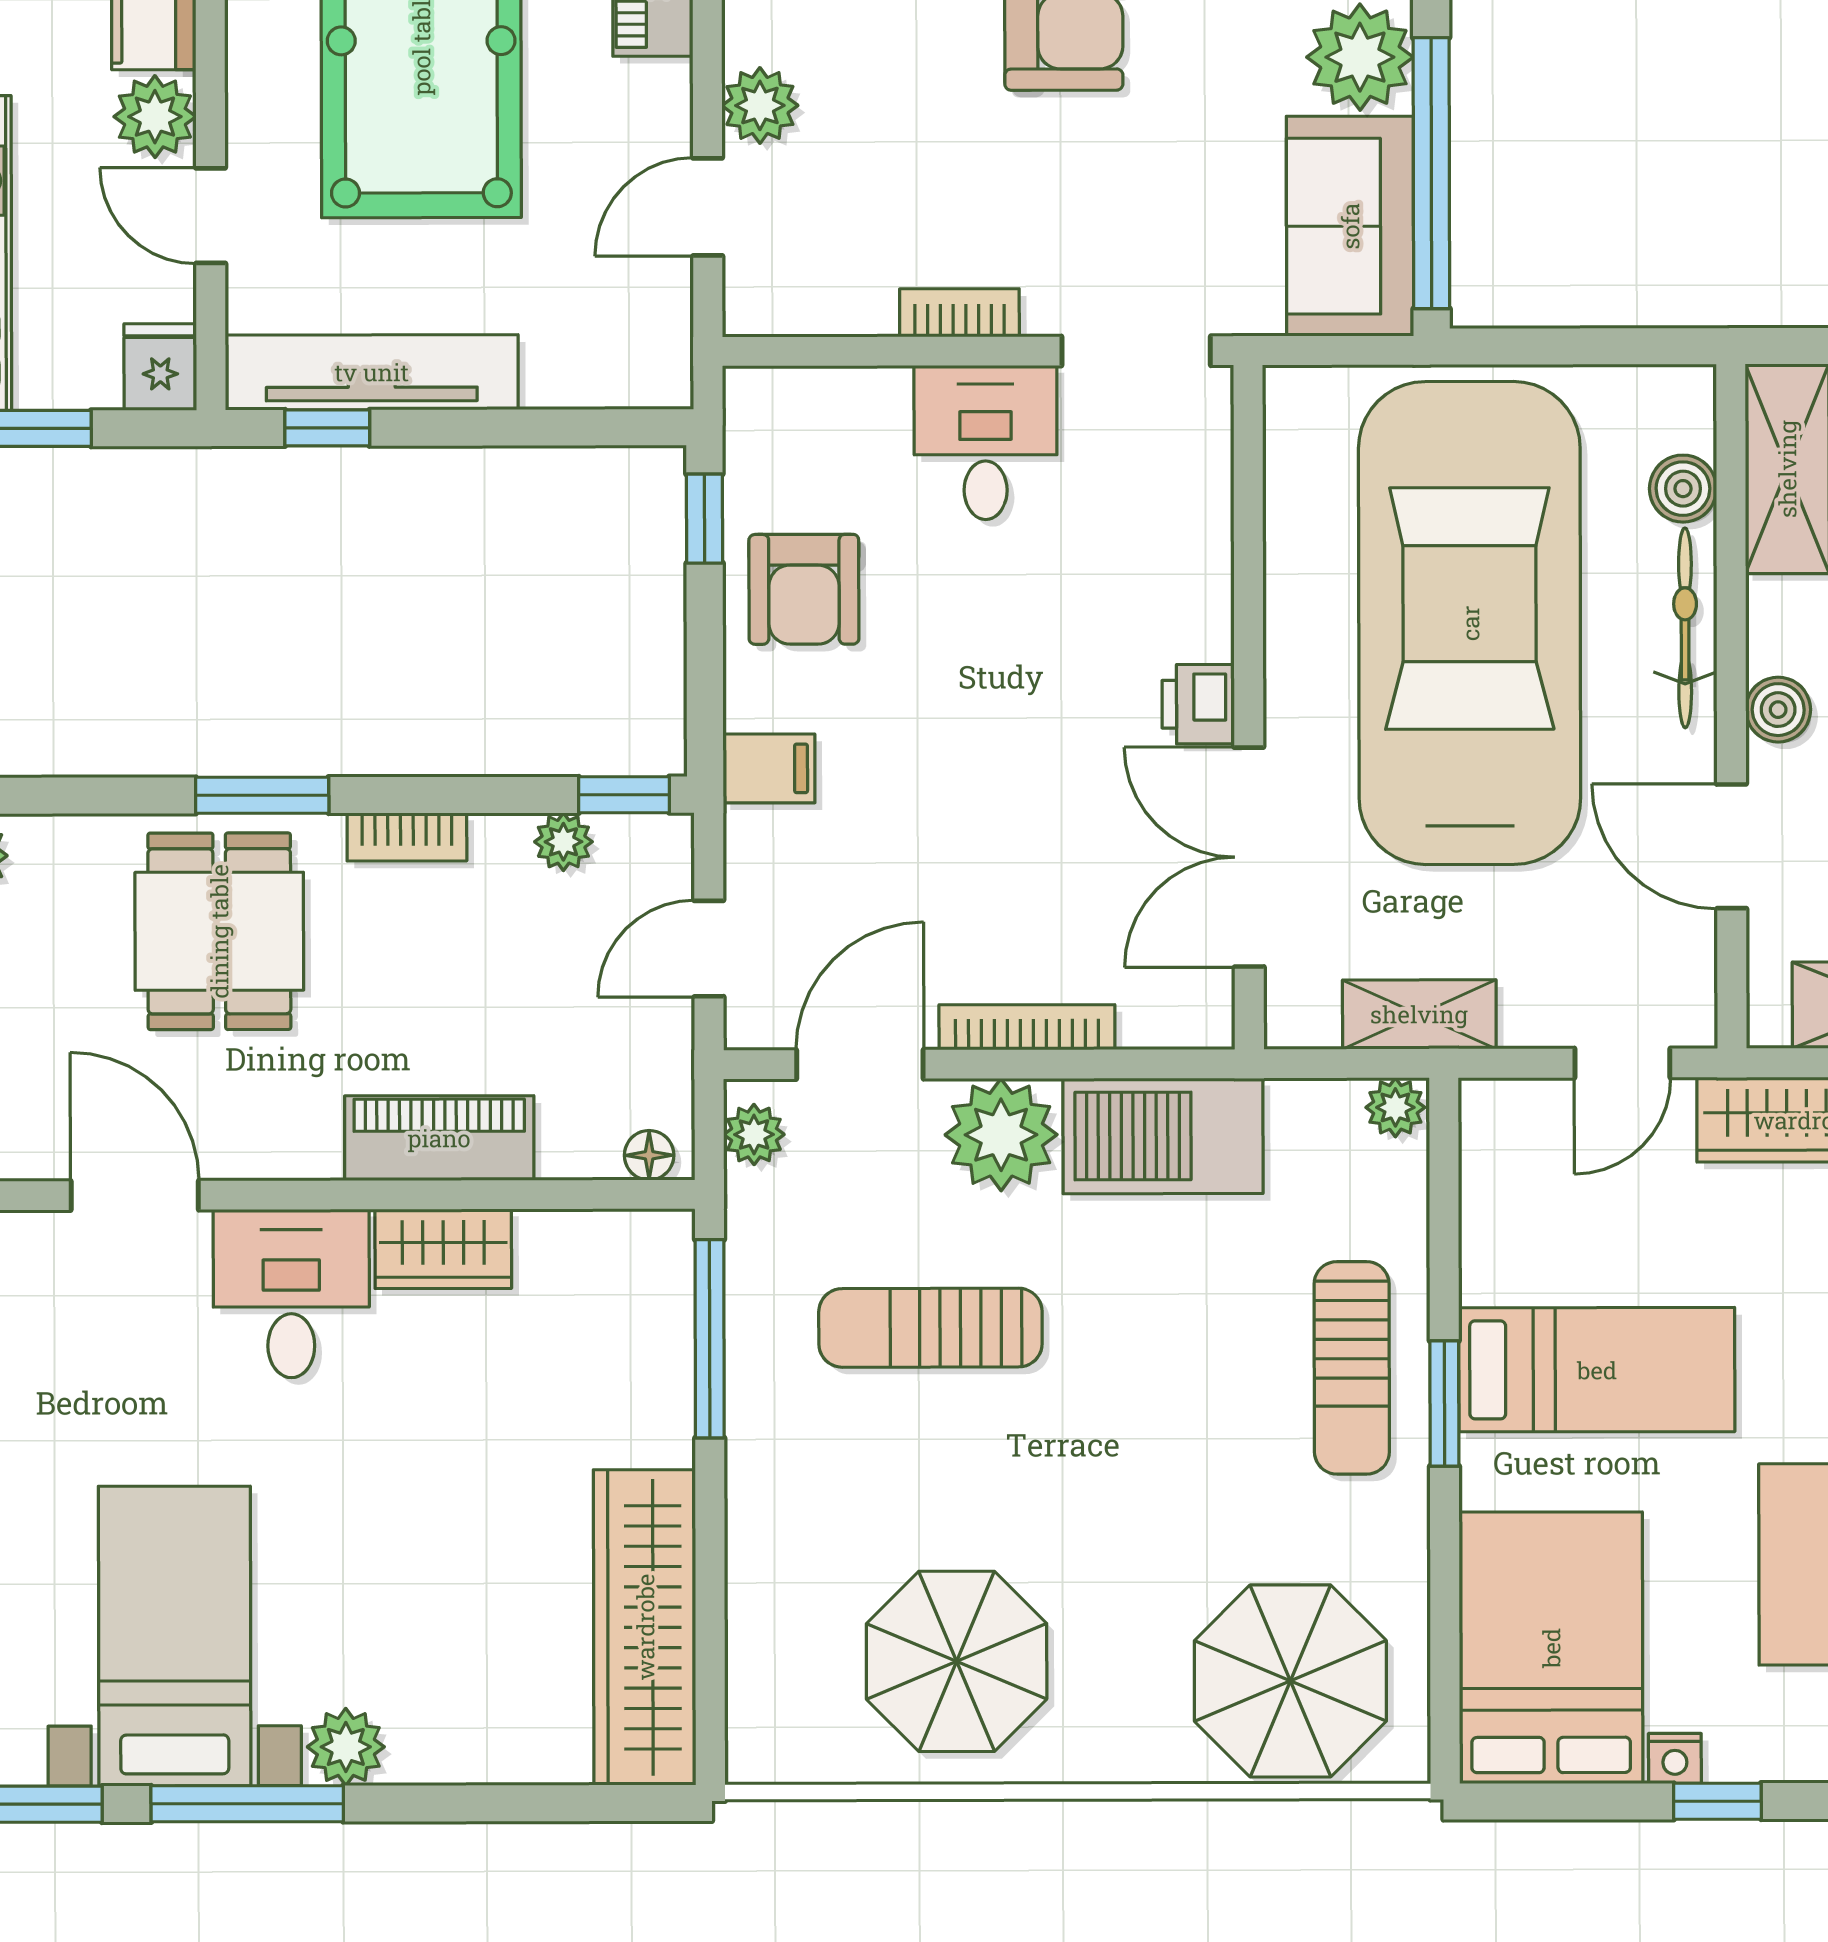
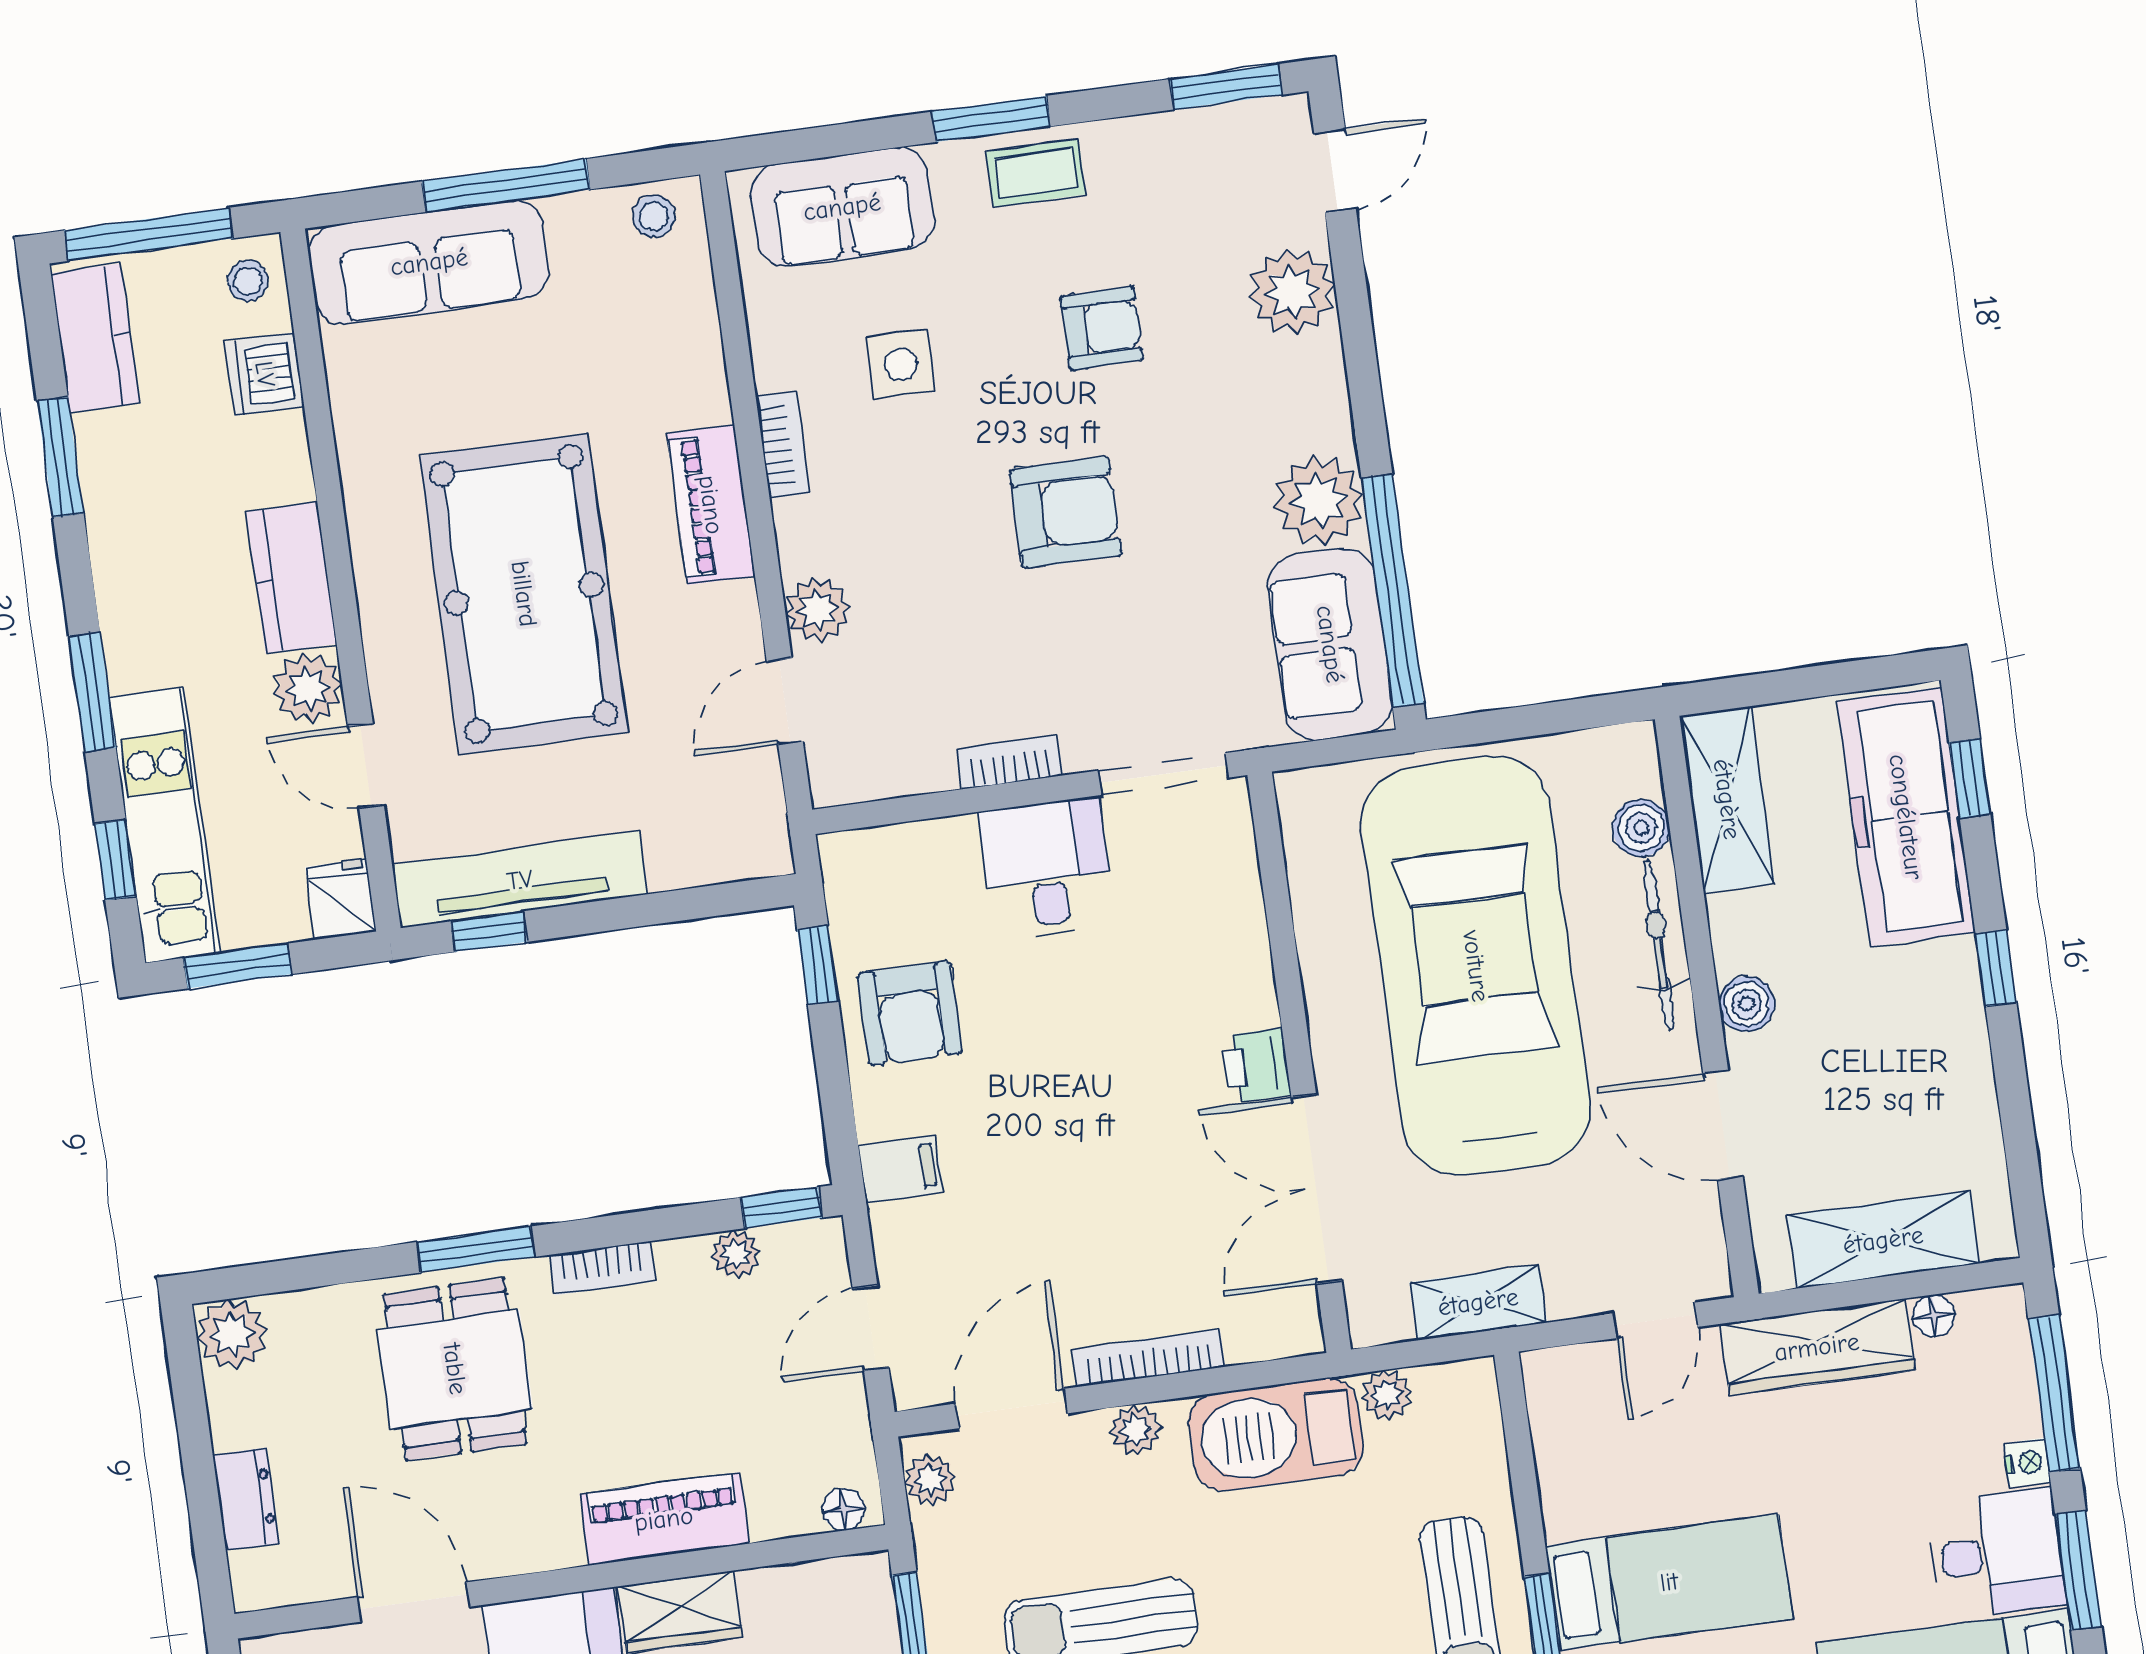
plant: (1395, 1107) -> (1387, 1395), moved
plant: (1001, 1135) -> (1136, 1430), width x0.53, depth x0.53

